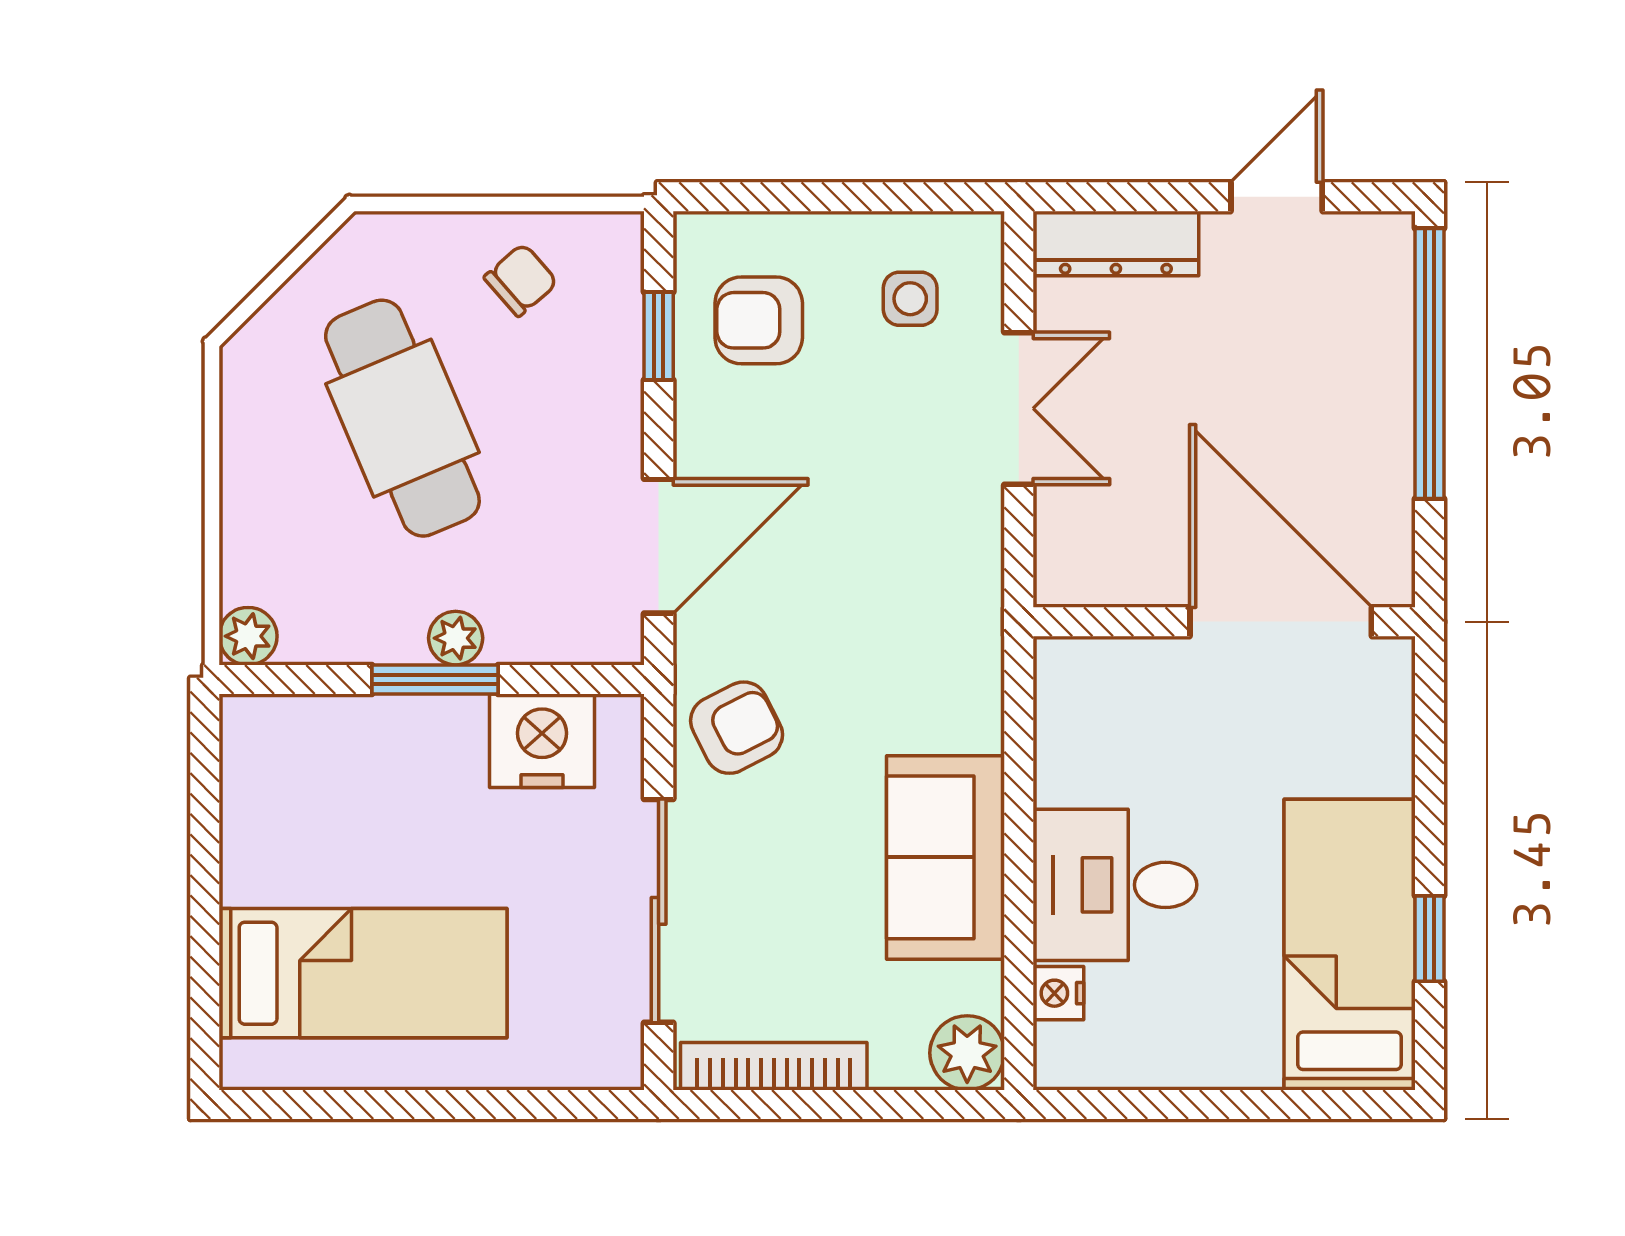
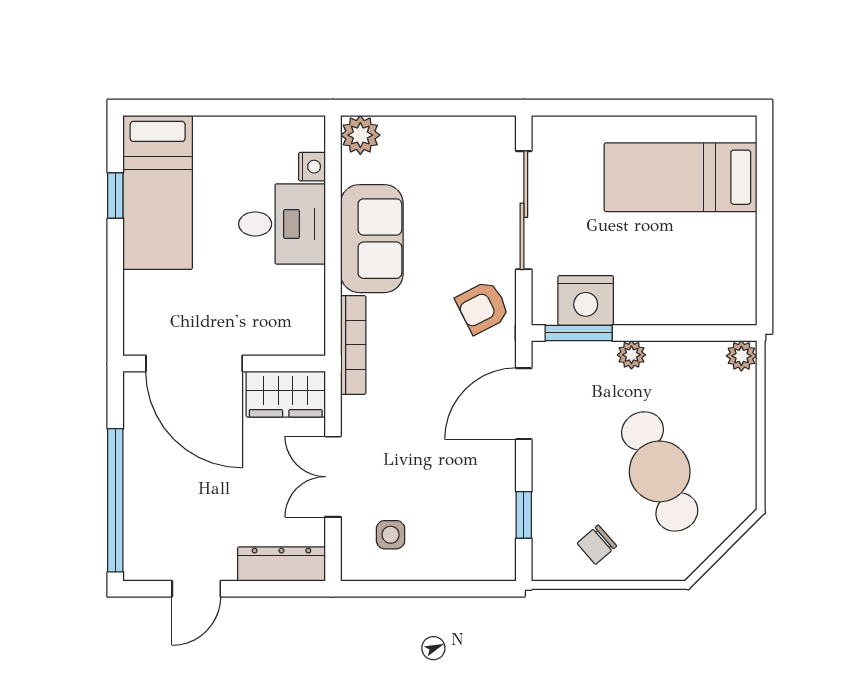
armchair: (759, 320) -> (471, 523), removed
wardrobe: (1108, 564) -> (286, 394), added
window: (435, 679) -> (579, 333), moved
bookcase: (774, 1066) -> (353, 345), moved, turned -90

